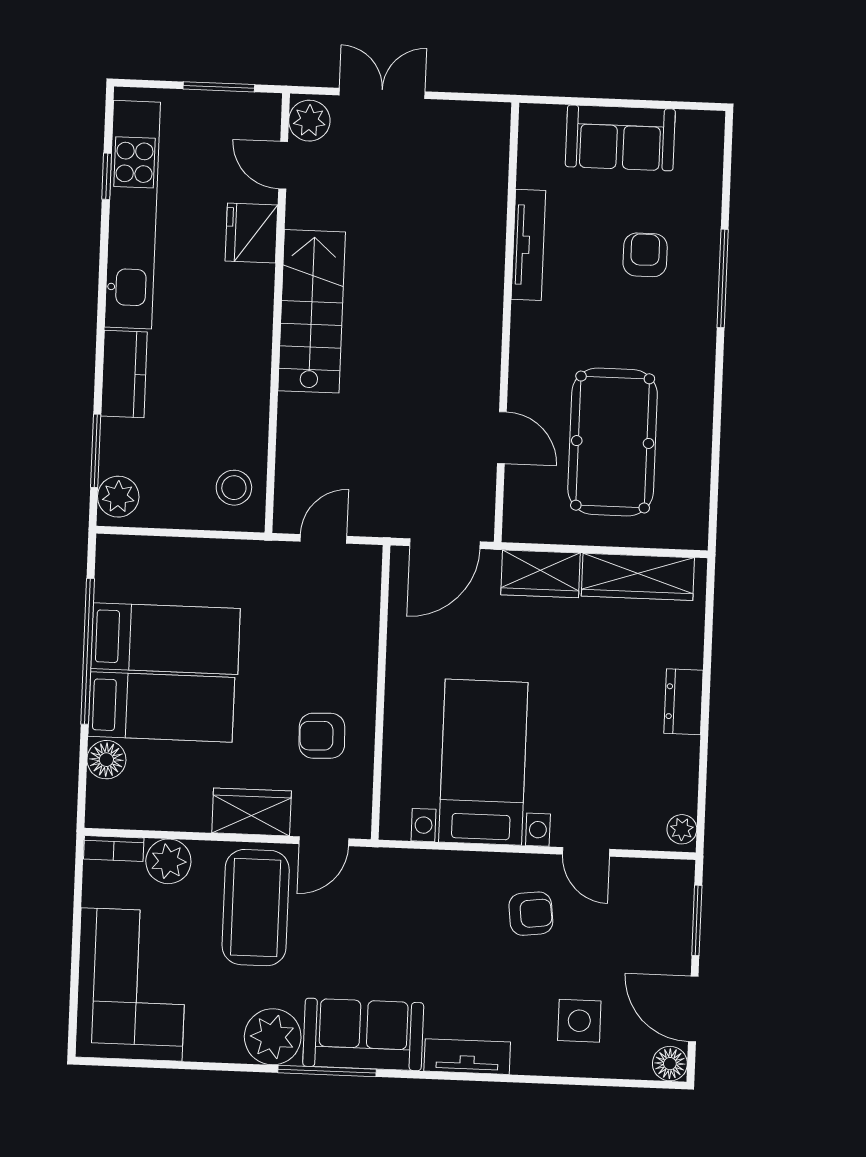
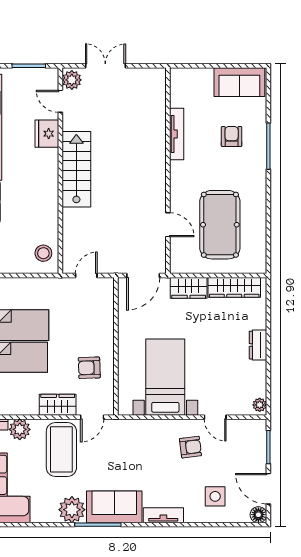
sofa: (620, 138) -> (239, 82), moved

